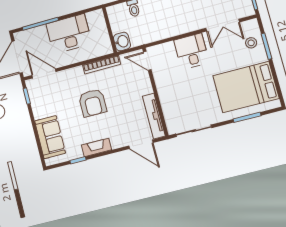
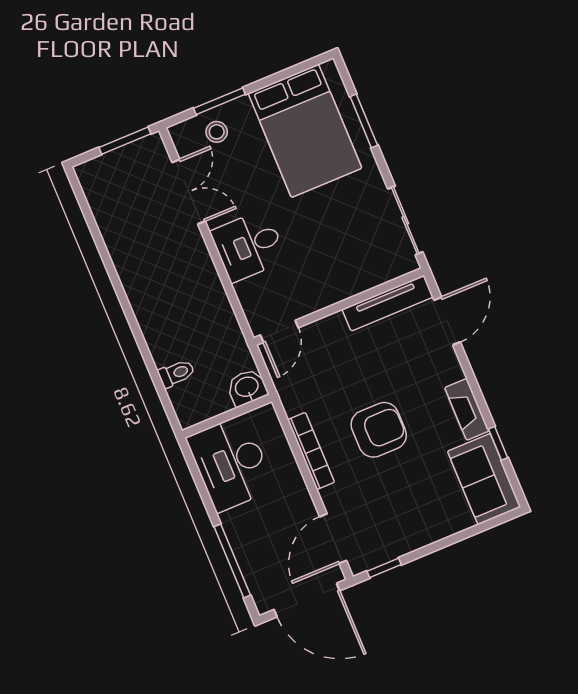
desk: (69, 34) -> (231, 463), moved
bookcase: (102, 65) -> (311, 451), moved
sofa: (50, 137) -> (484, 479), moved, turned -90

